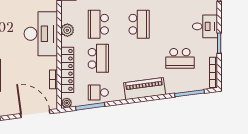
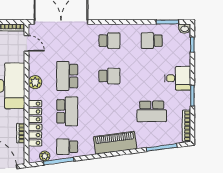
school desk: (139, 24) -> (109, 76), width x0.54
plant: (67, 103) -> (45, 156), moved

